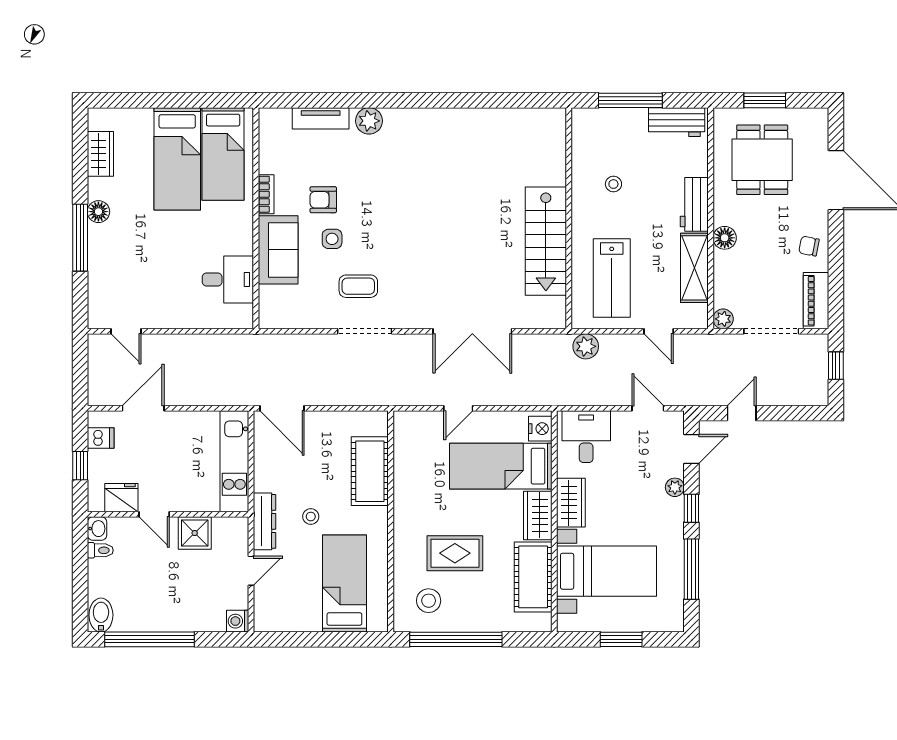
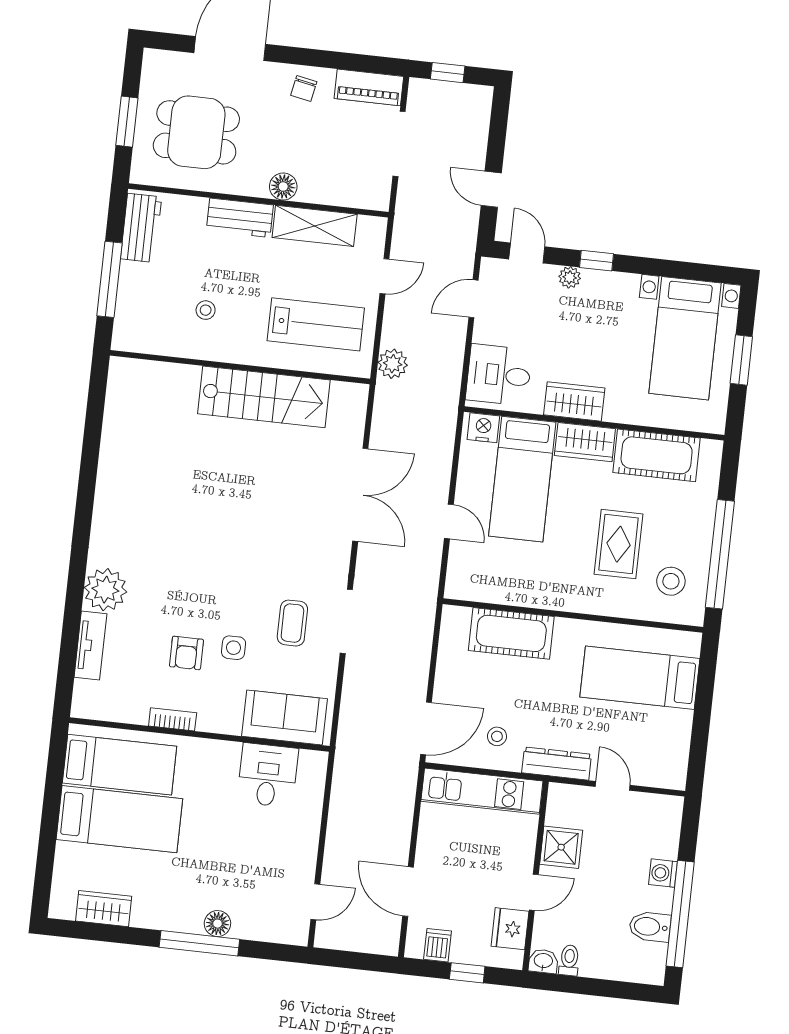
plant: (369, 121) -> (105, 590), width x1.36, depth x1.36
floor lamp: (98, 212) -> (217, 924), moved
sofa: (278, 250) -> (284, 717), moved
plant: (723, 319) -> (378, 199), removed
stool: (311, 517) -> (497, 736), moved
window: (691, 569) -> (668, 268), removed
bed with nightstands: (606, 571) -> (685, 338), moved, turned 180
bidet: (101, 615) -> (650, 927), moved
washing machine: (238, 621) -> (663, 873), moved, turned 90

